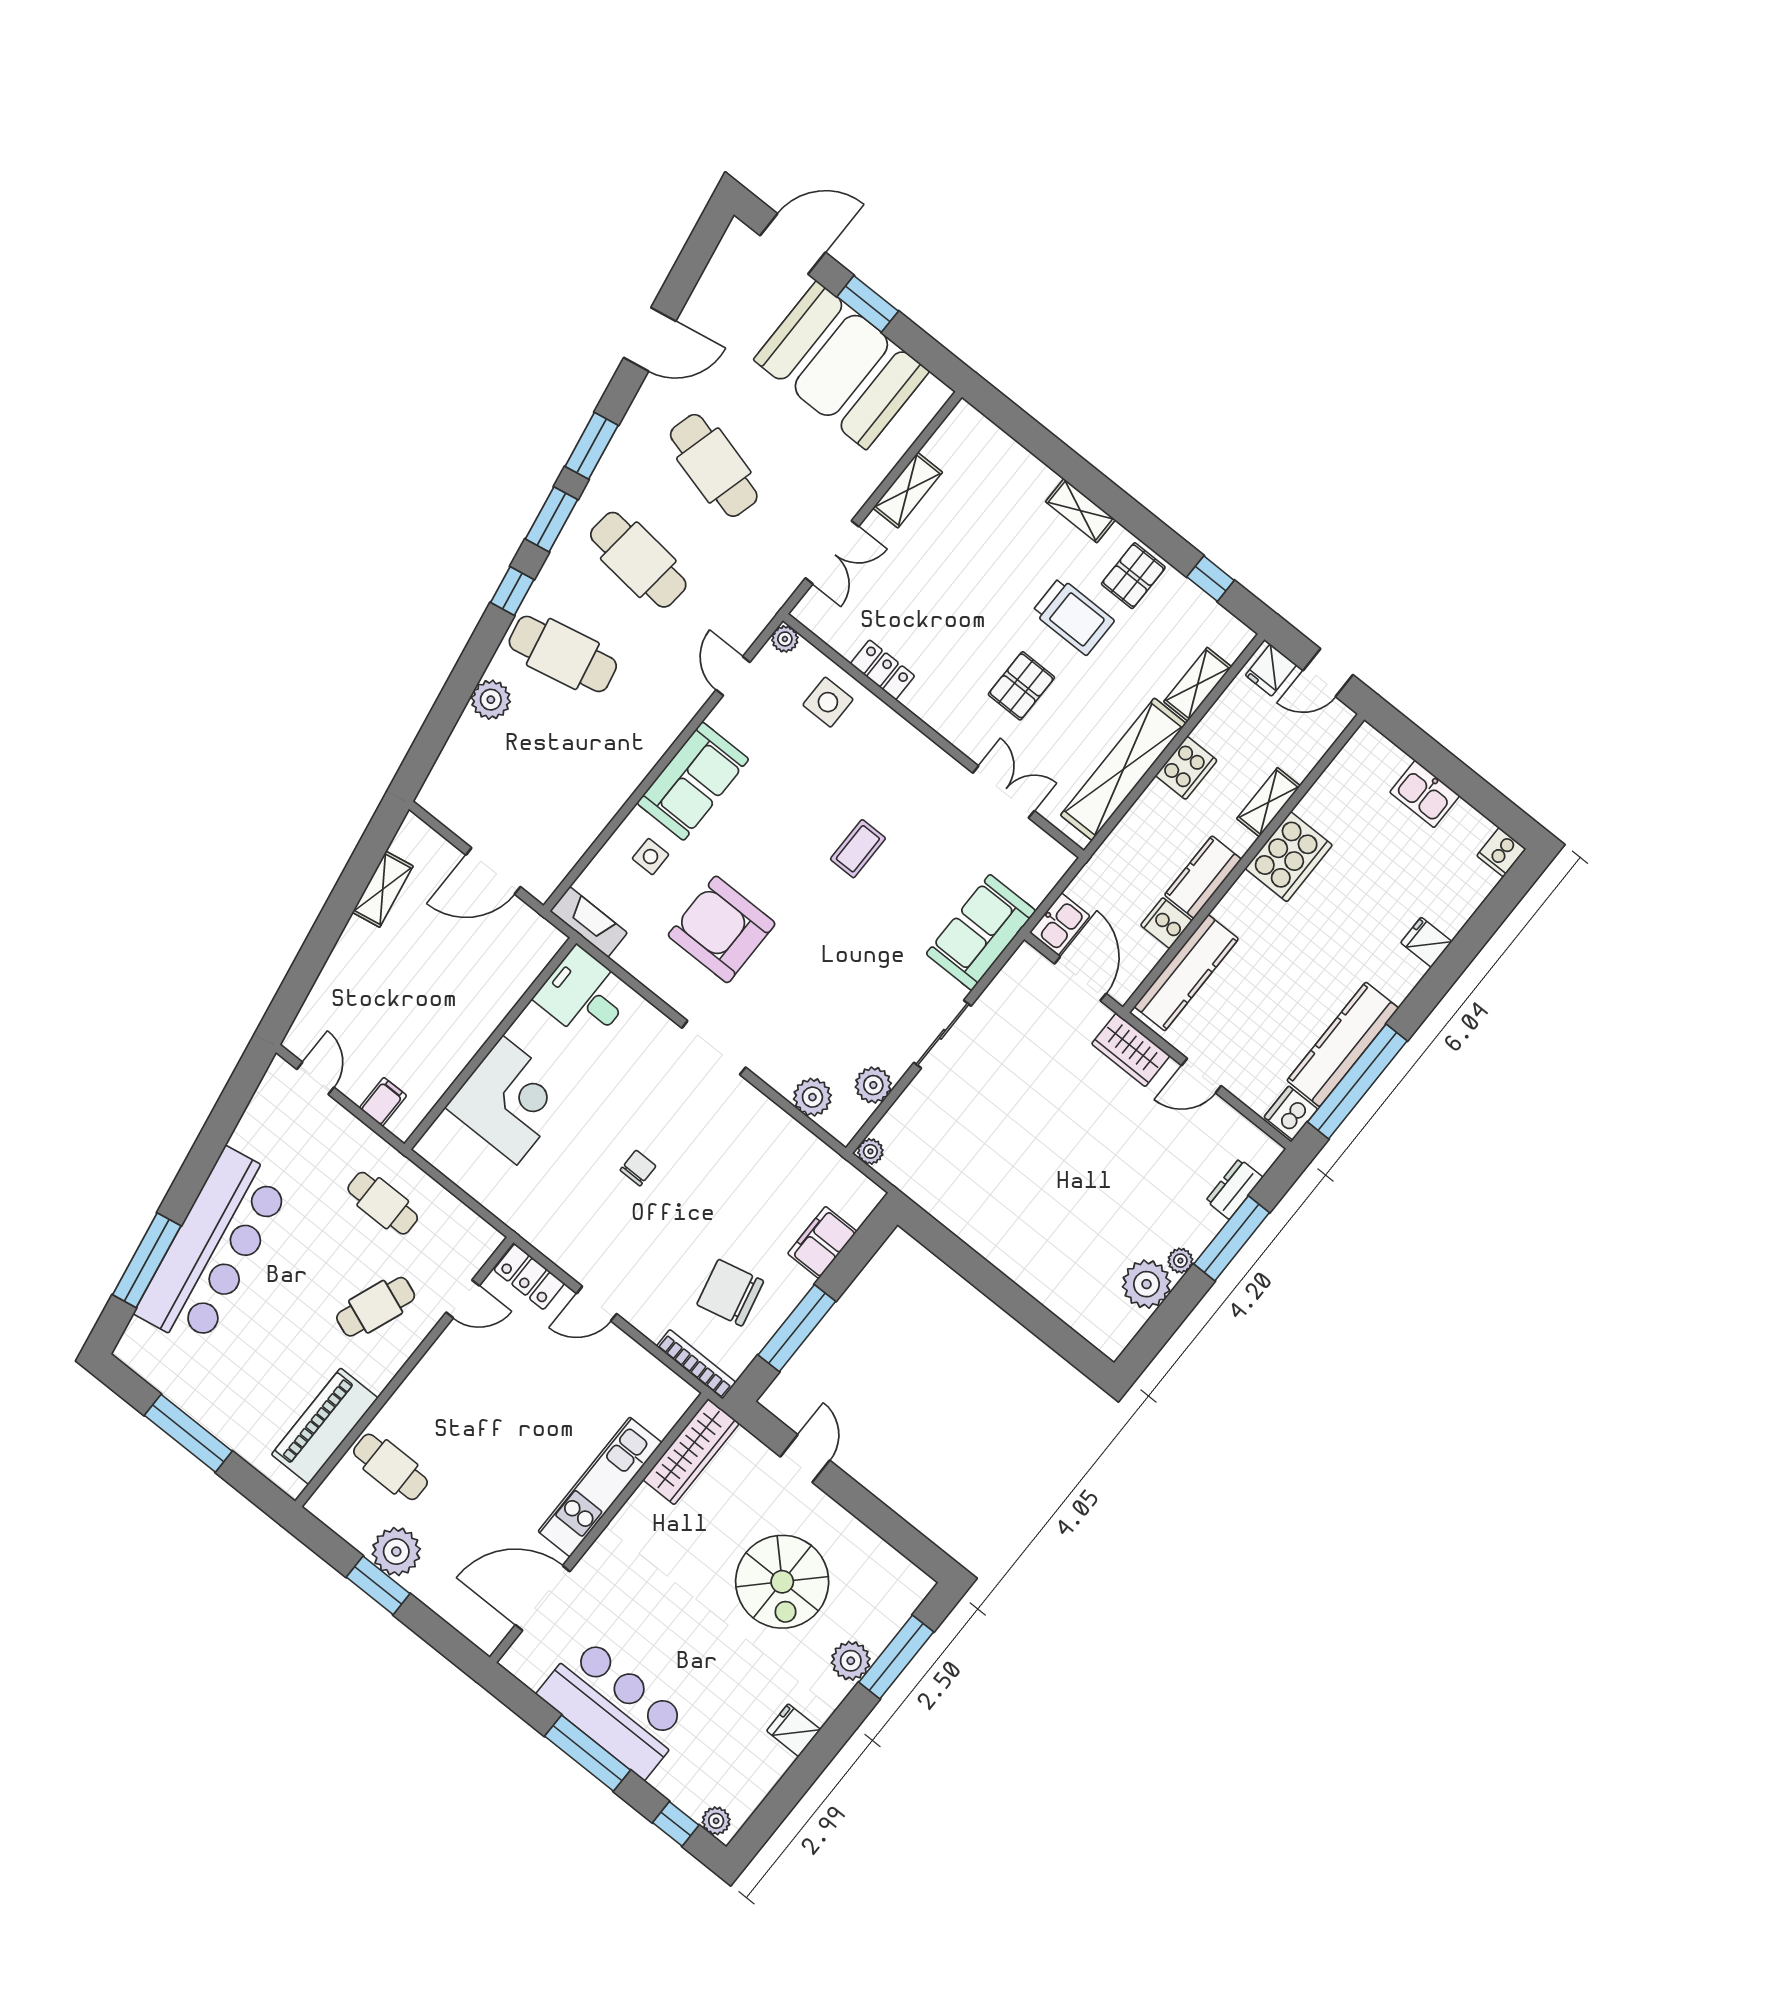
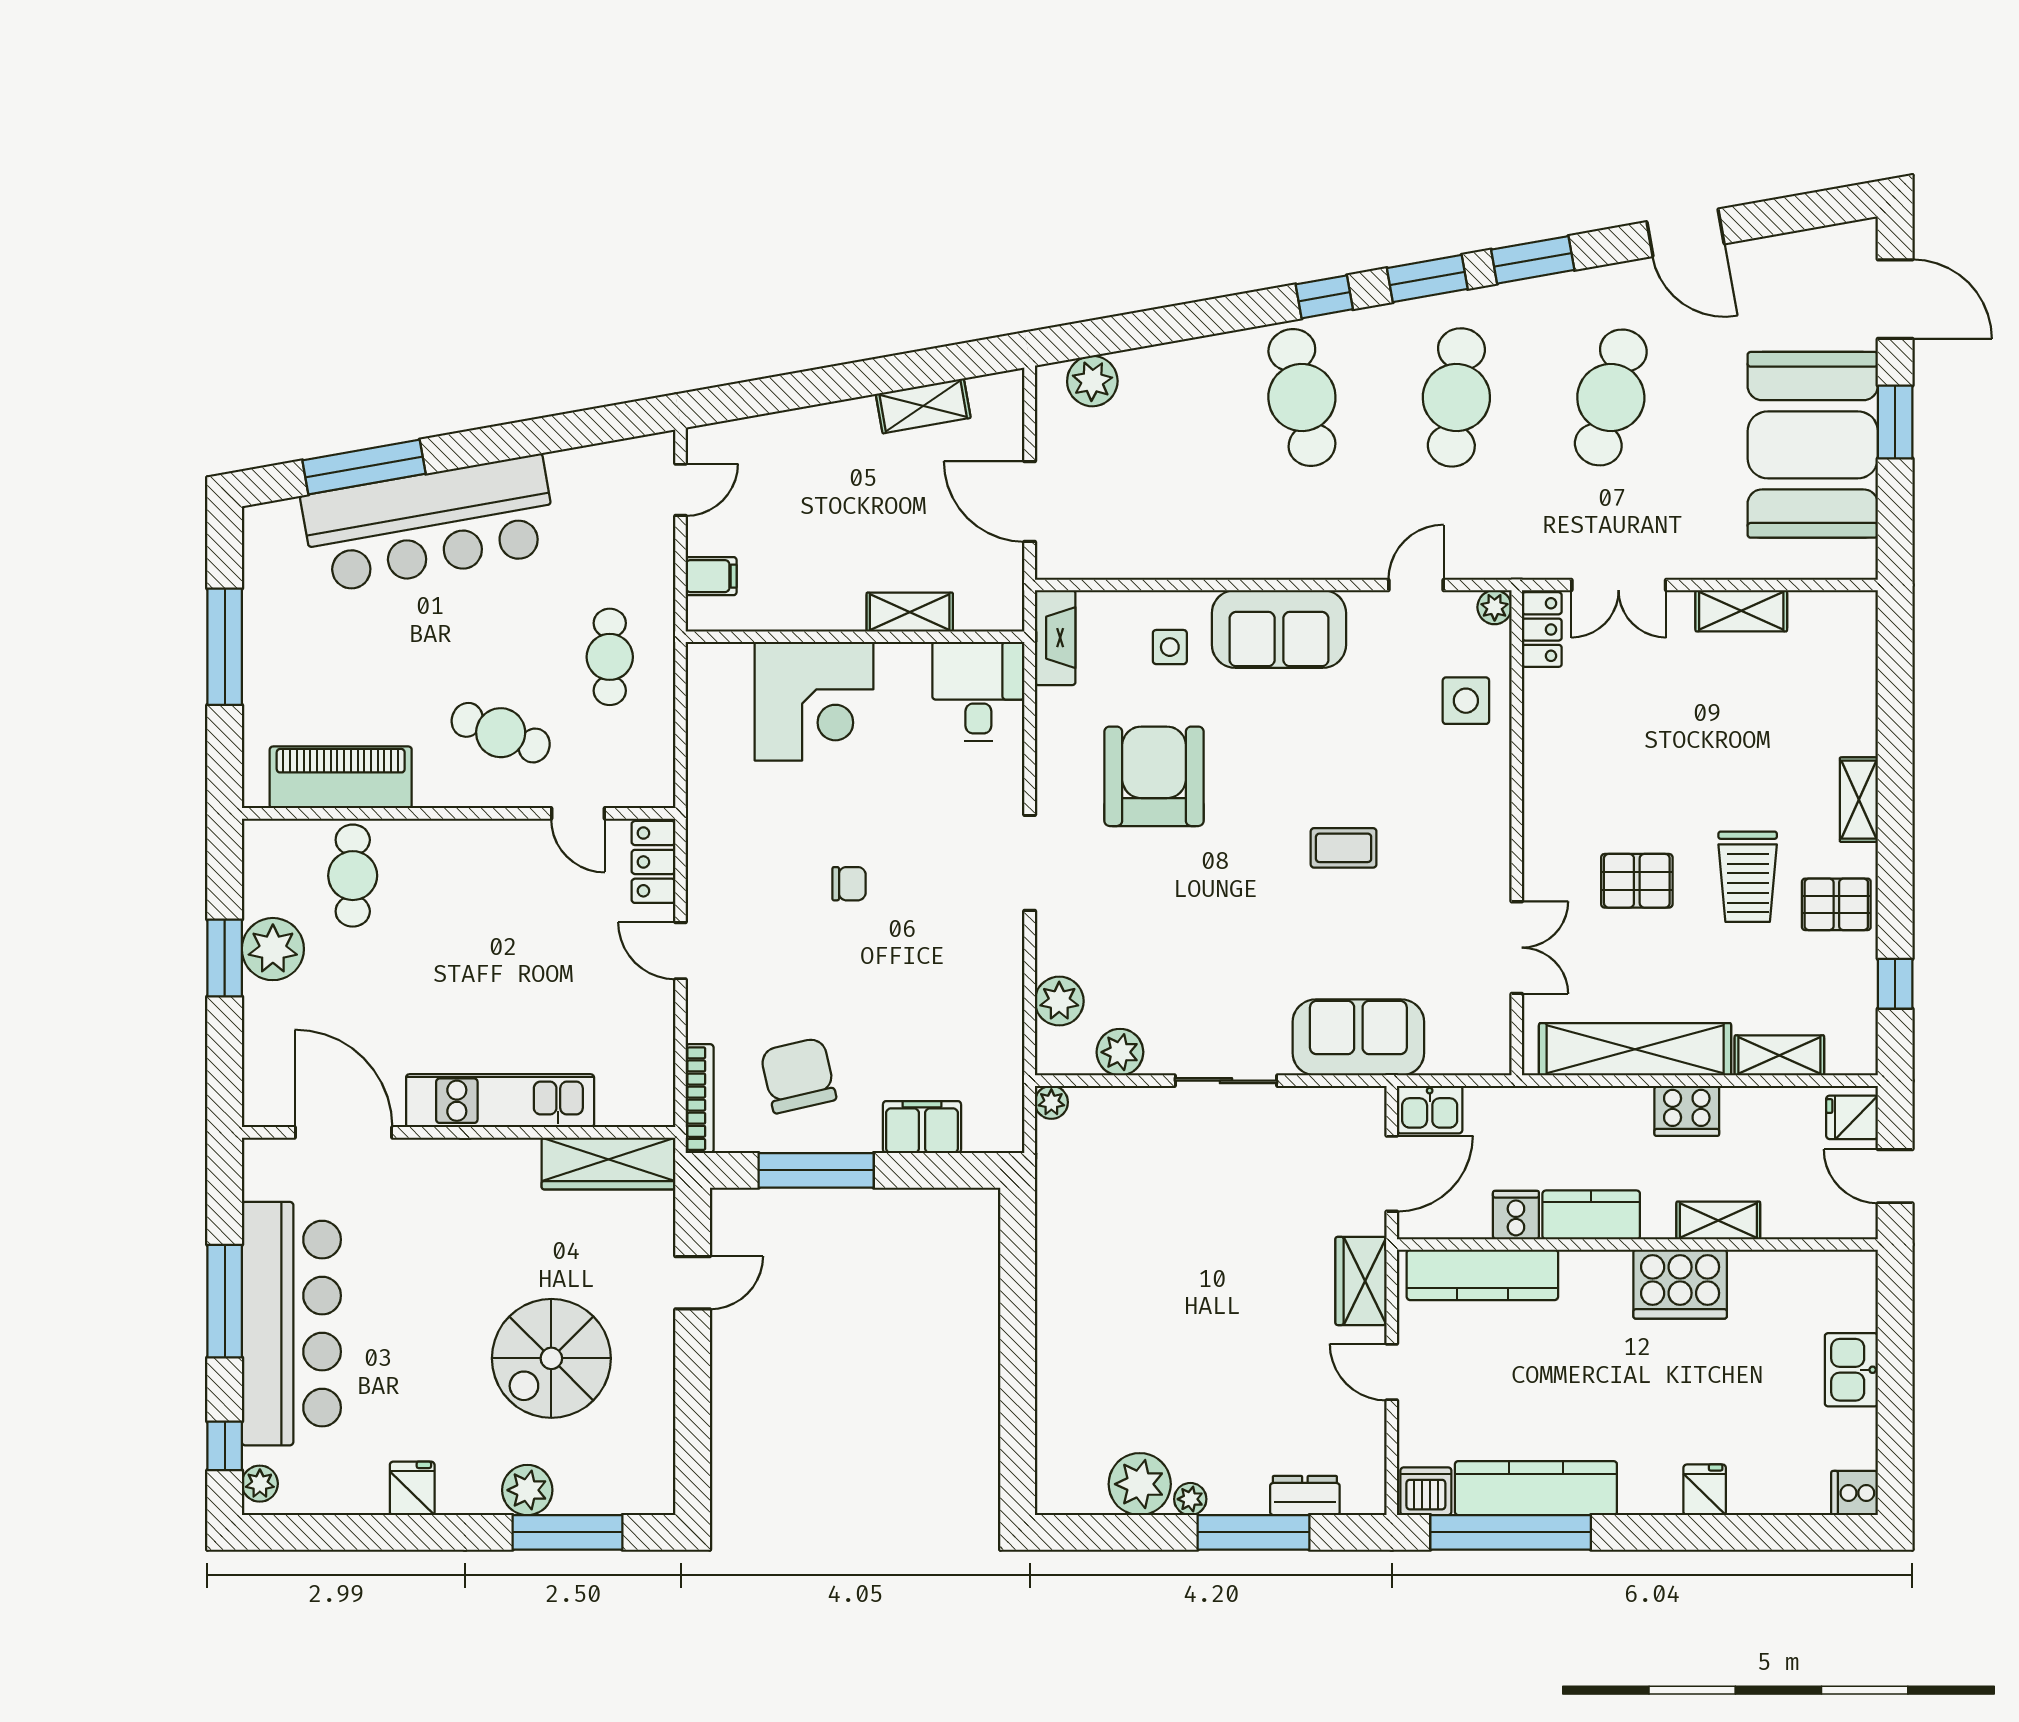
locker: (883, 670) -> (1542, 630), moved
plant: (491, 700) -> (1092, 381), moved
shelving: (502, 998) -> (910, 612), added
bar counter: (614, 1707) -> (291, 1324), width x1.36

